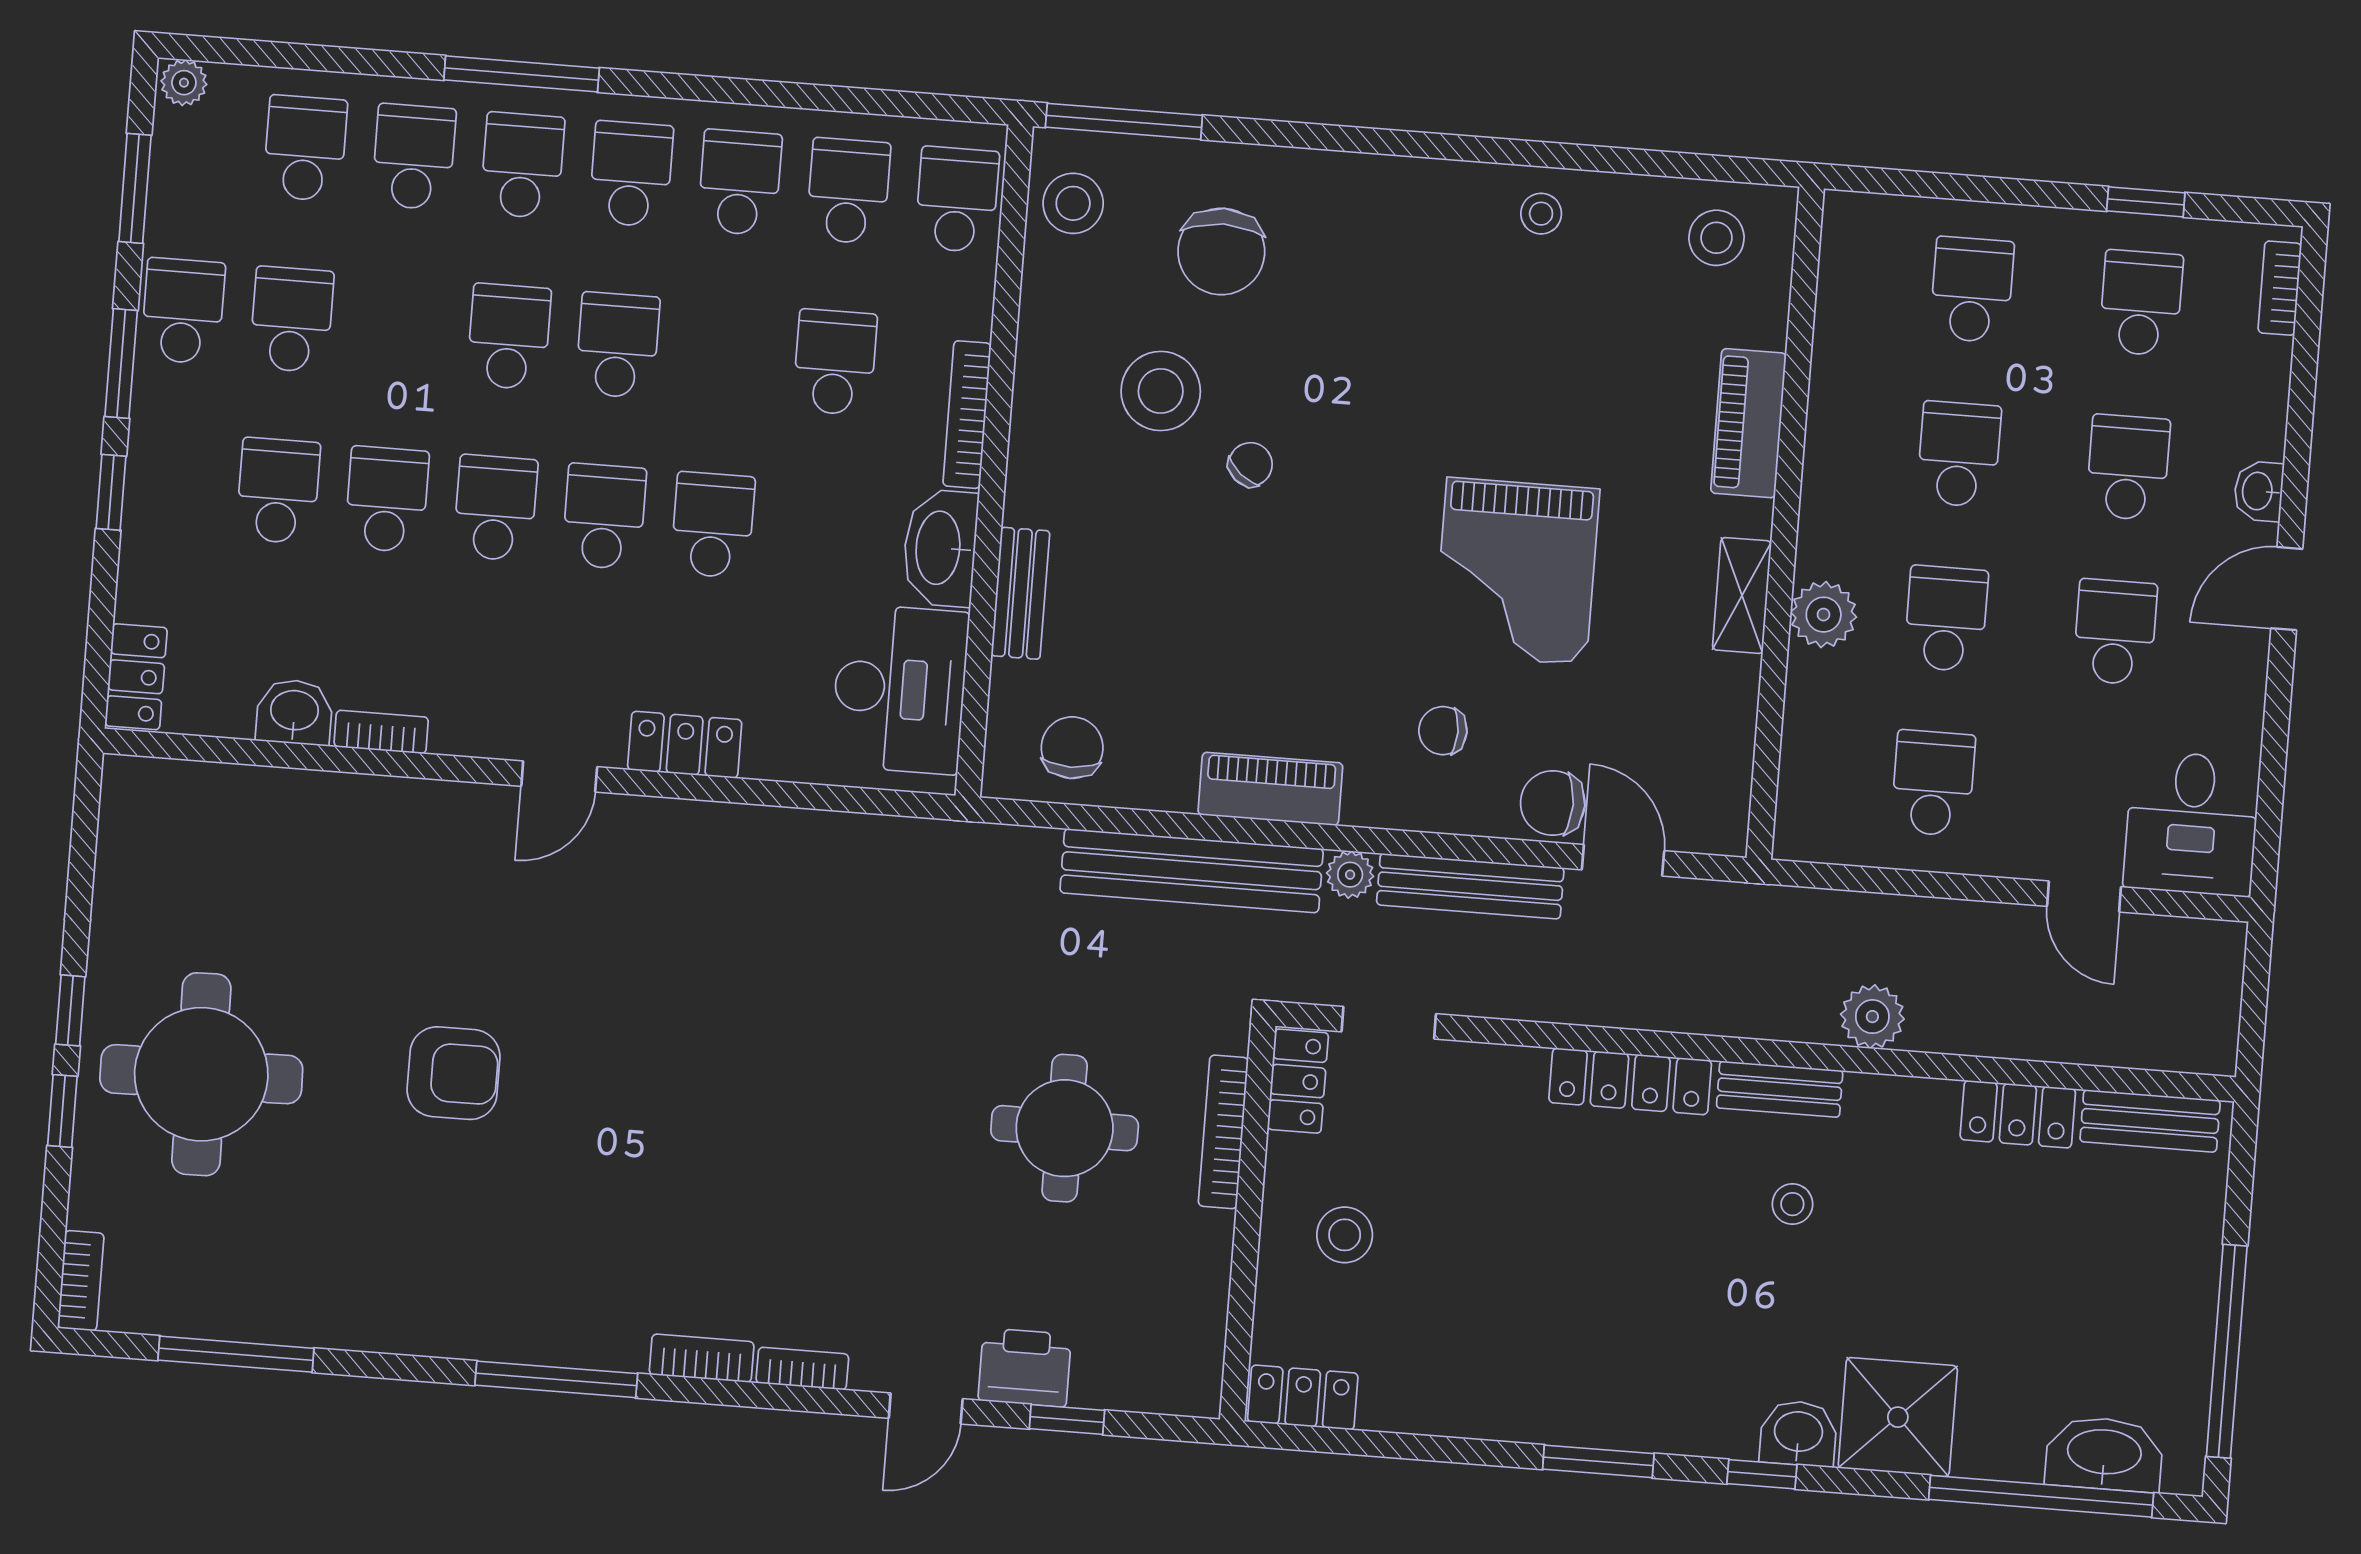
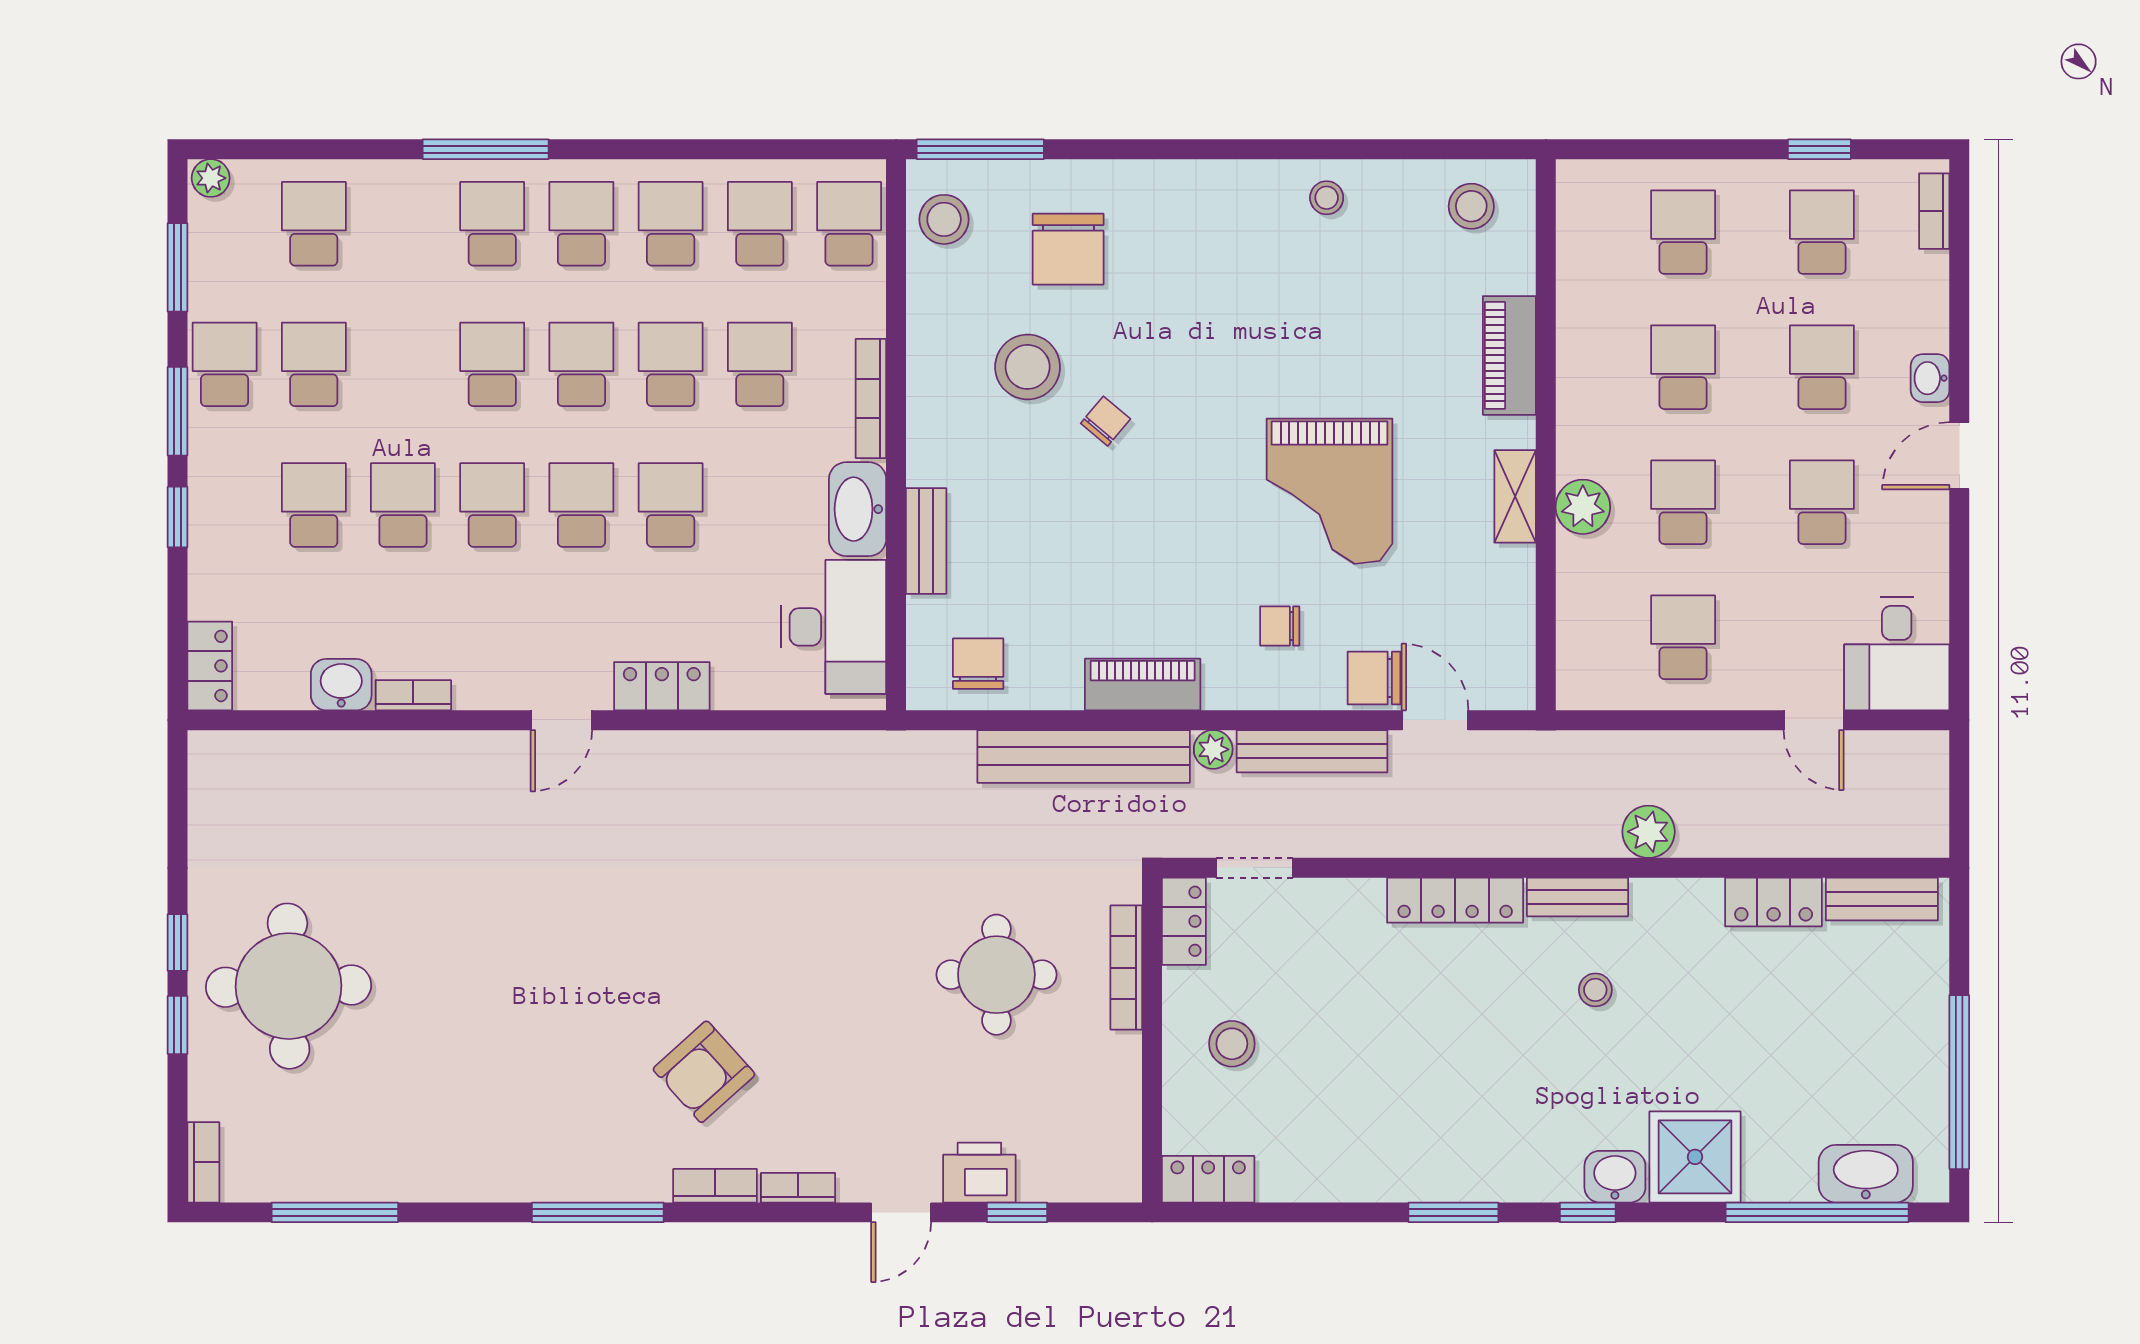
school desk: (414, 157) -> (671, 364), moved
armchair: (454, 1073) -> (704, 1072), moved, turned 138

